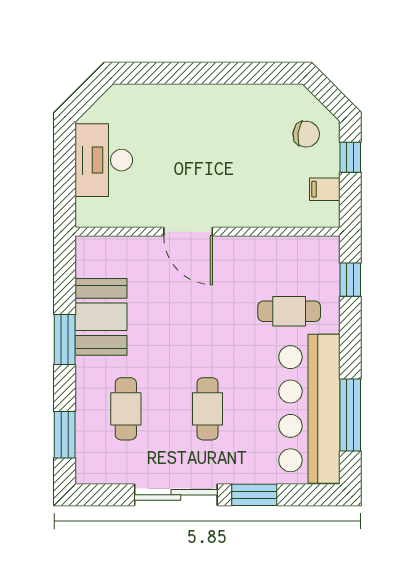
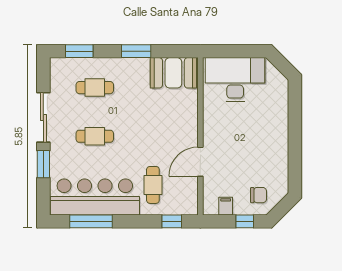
chair: (306, 134) -> (259, 195), turned -97
desk: (104, 160) -> (235, 80), width x1.36, depth x1.30
door: (188, 232) -> (200, 162), moved
booth: (101, 317) -> (173, 73), moved

